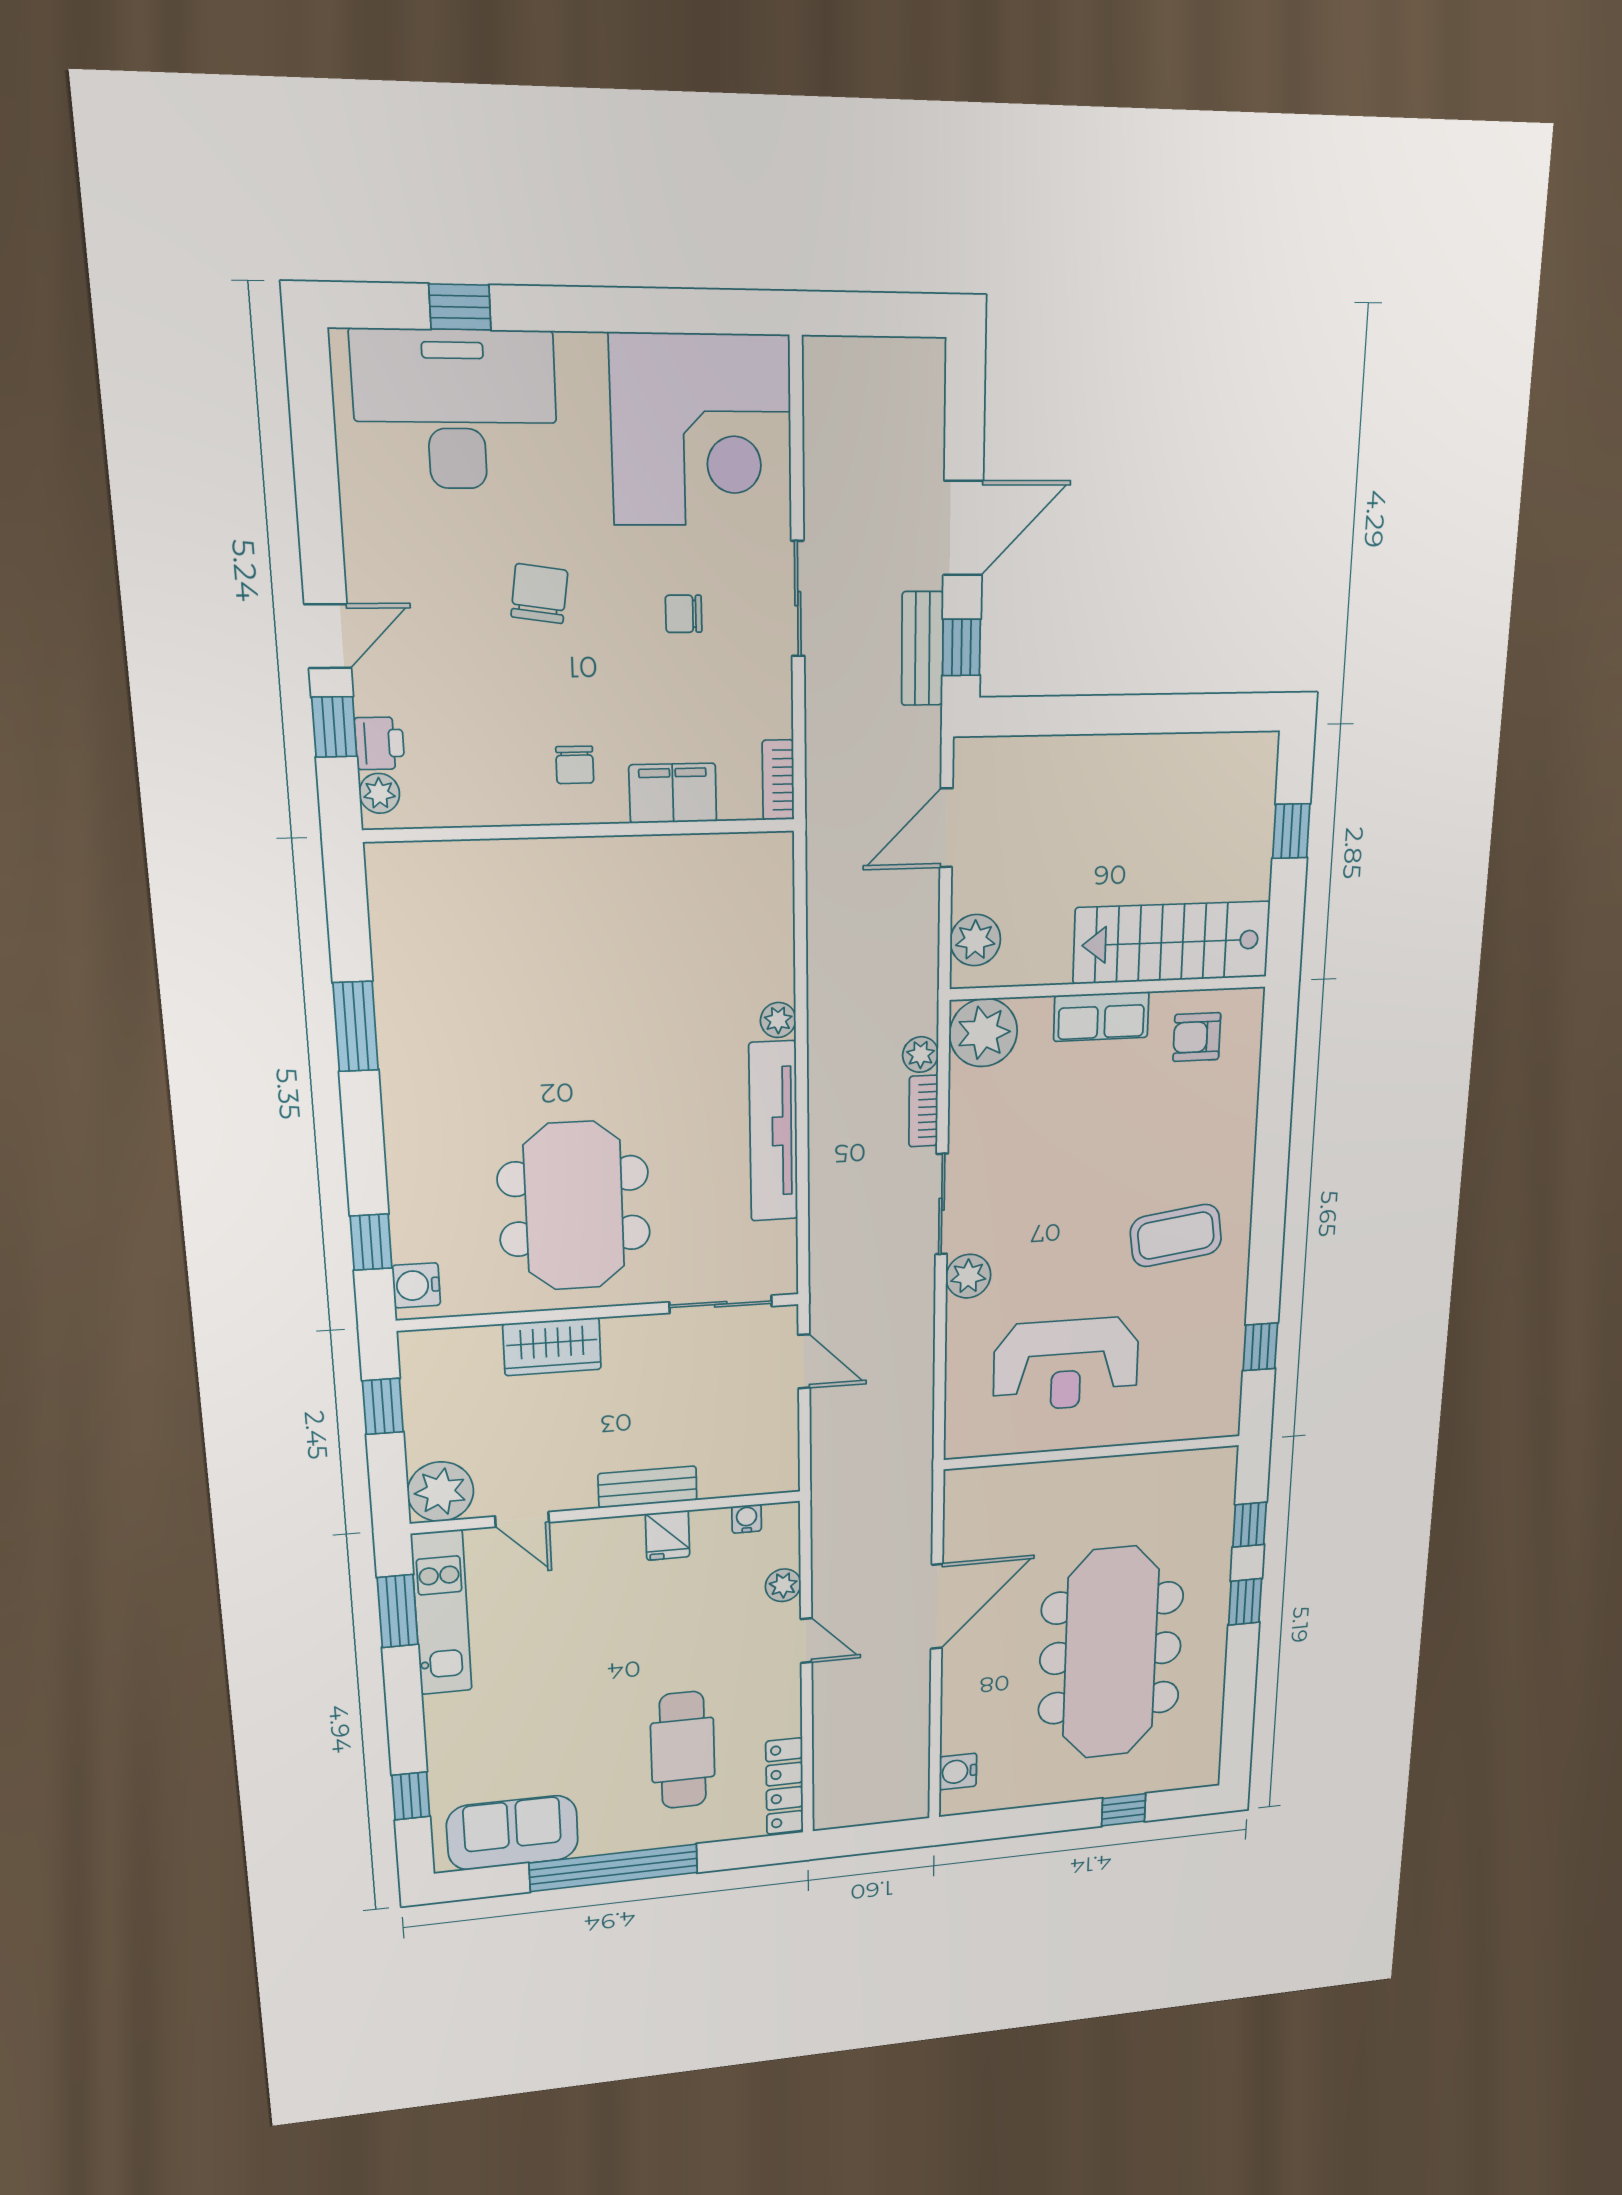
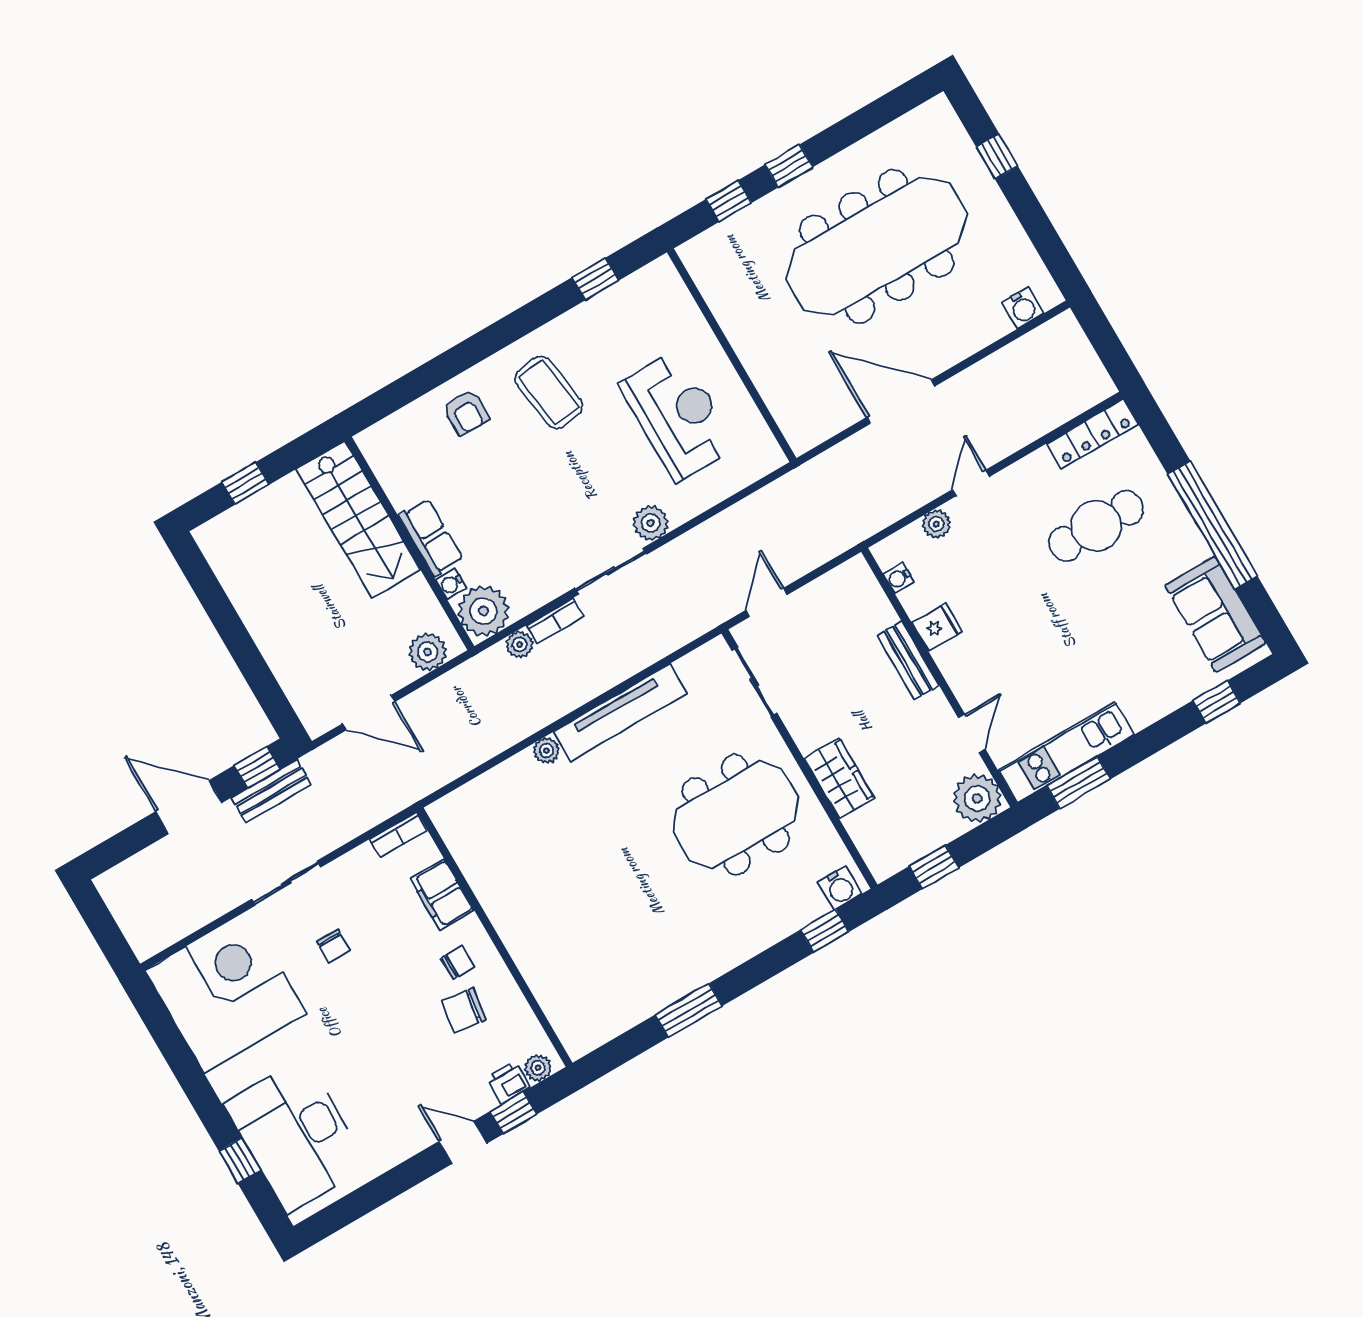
chair: (539, 594) -> (464, 1010), moved
water cooler: (1036, 1011) -> (451, 584), added
armchair: (1197, 1037) -> (466, 413), moved

